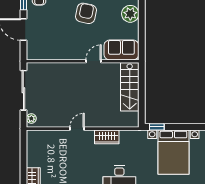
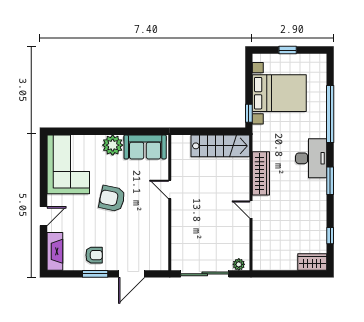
sofa: (121, 50) -> (145, 147), moved, turned -90
stairs: (130, 87) -> (220, 146), moved
wardrobe: (107, 137) -> (261, 173), width x1.50

